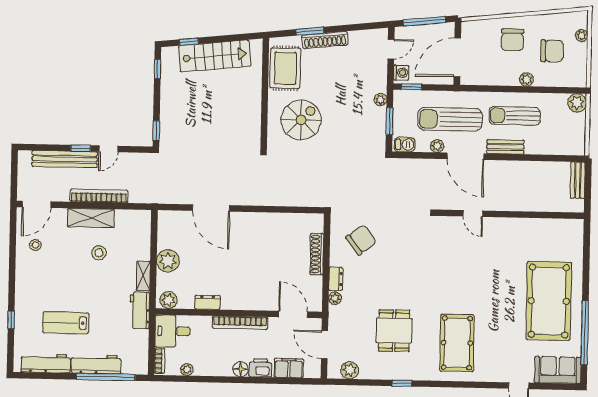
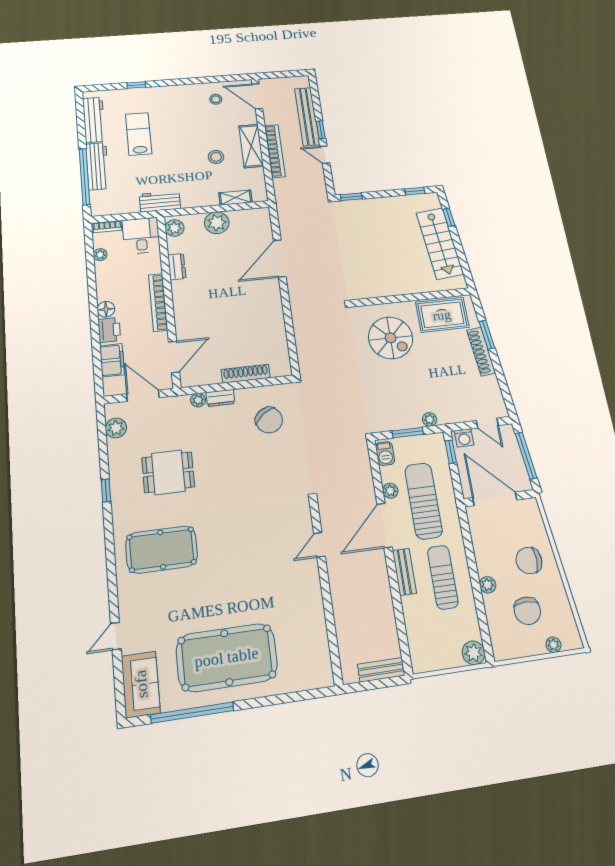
shelving: (143, 276) -> (236, 198), moved
door: (324, 345) -> (143, 396), hinge flipped

